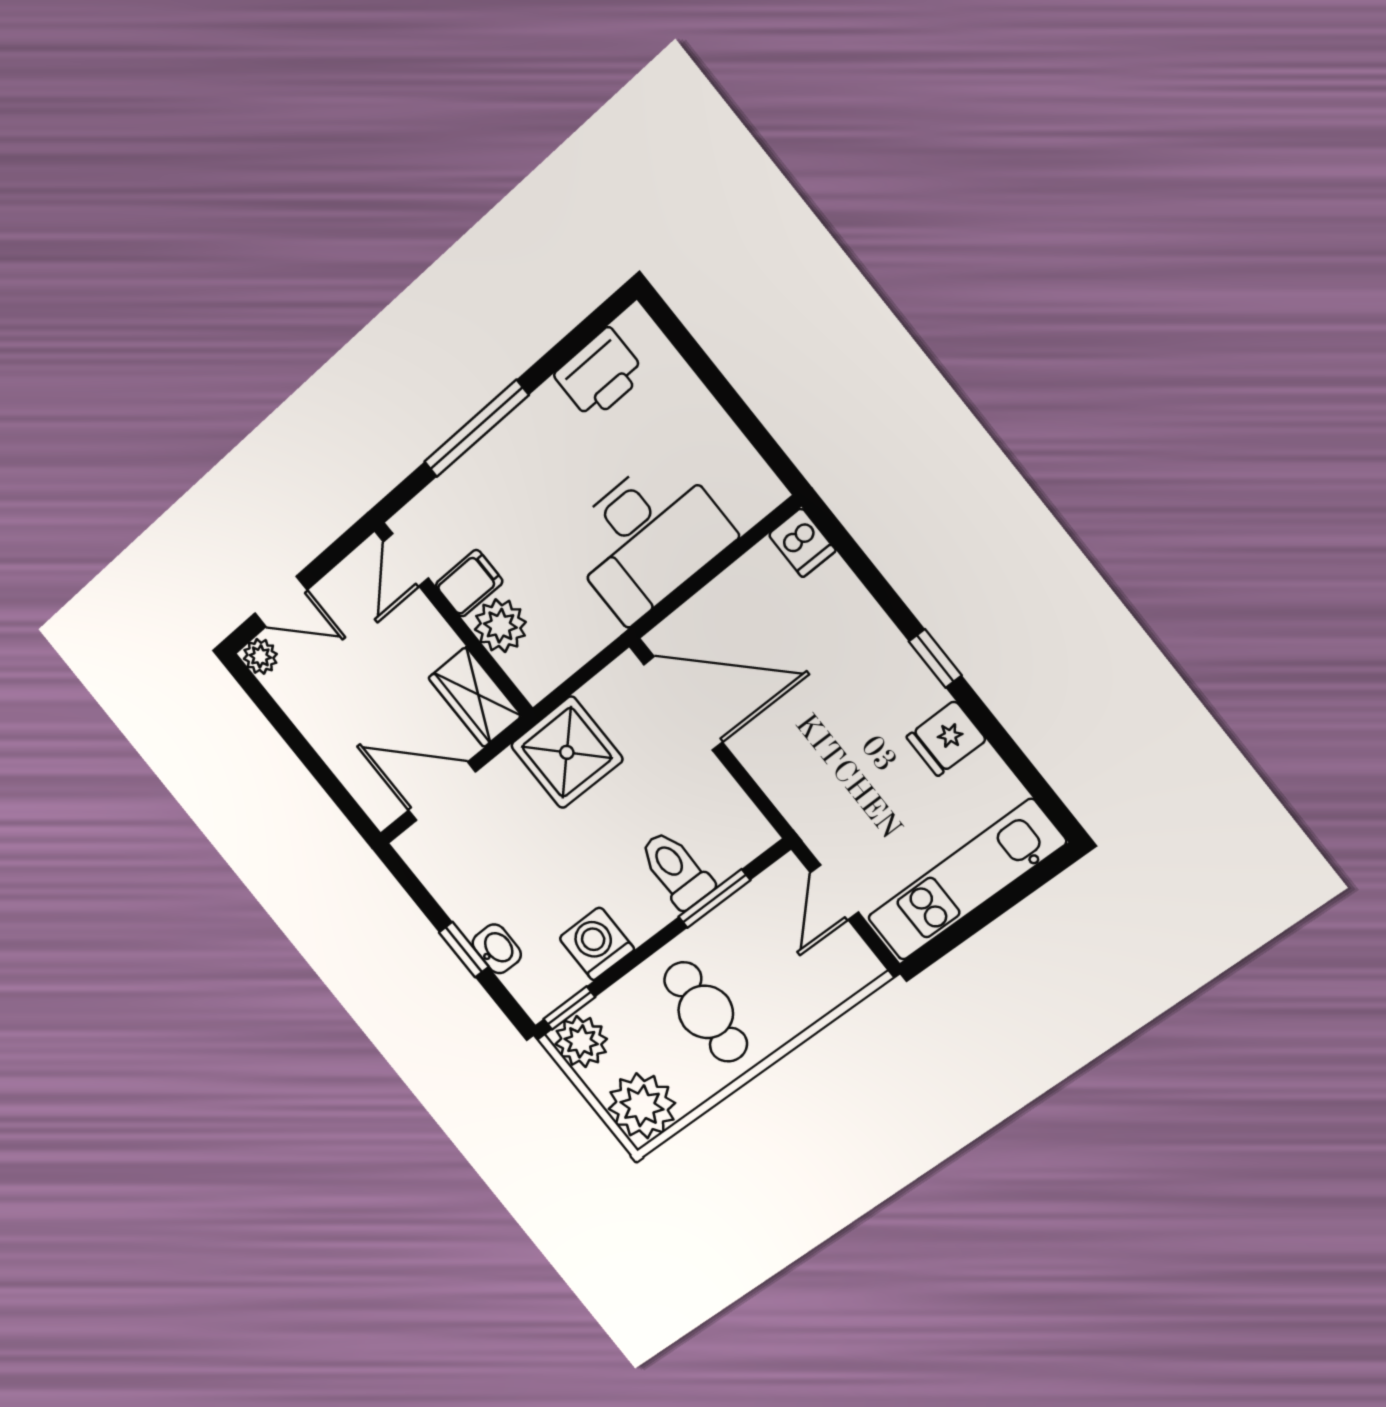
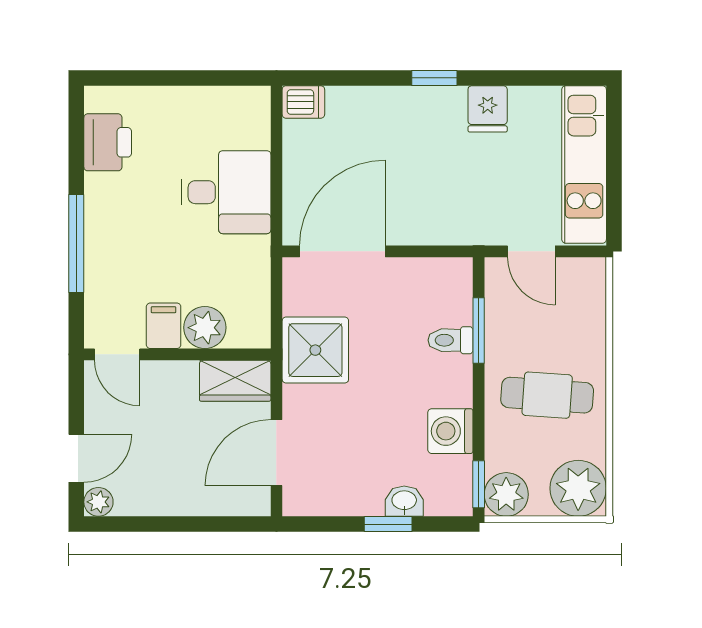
desk: (647, 538) -> (226, 192), width x0.73
toilet: (676, 870) -> (451, 340), width x0.73, depth x0.72

